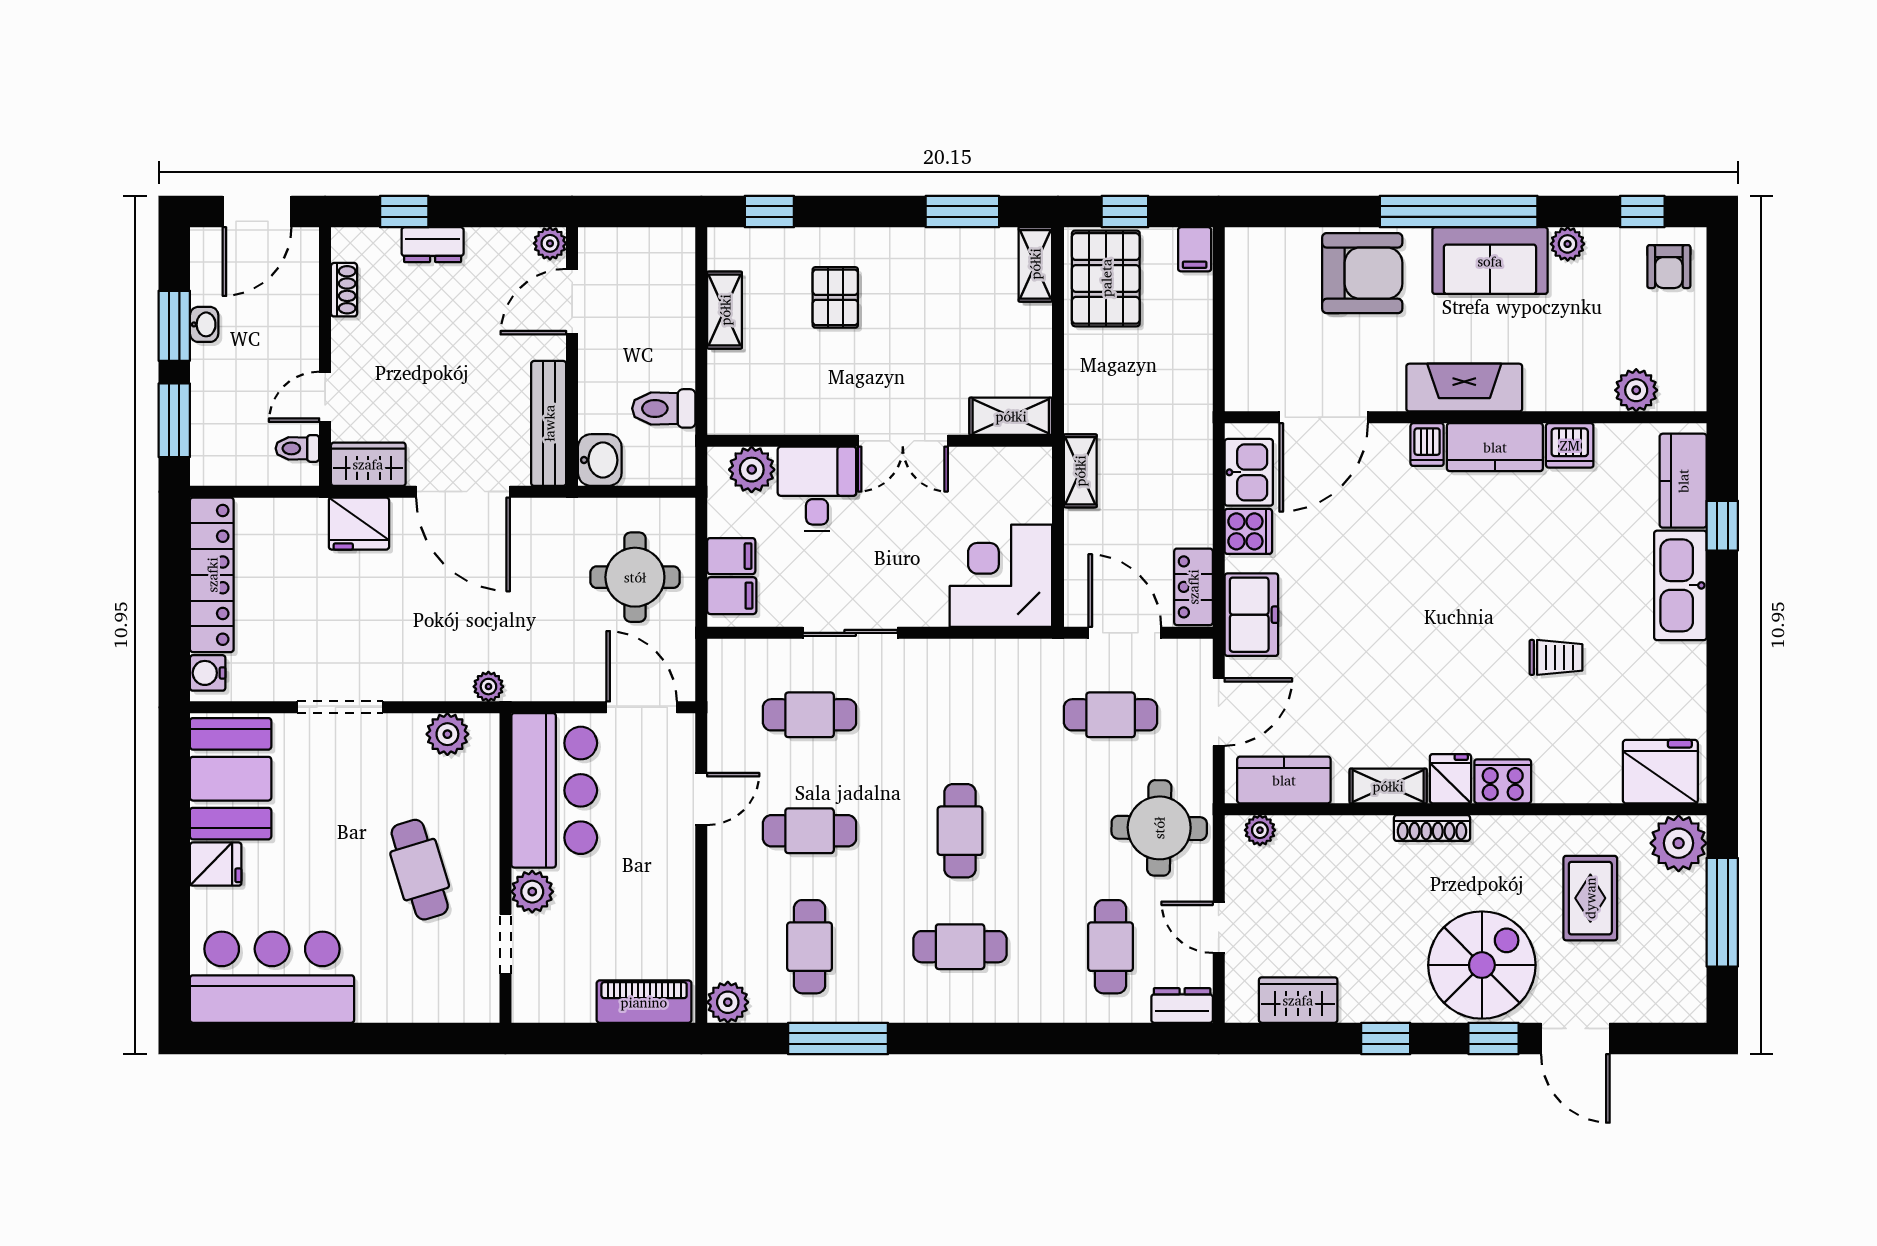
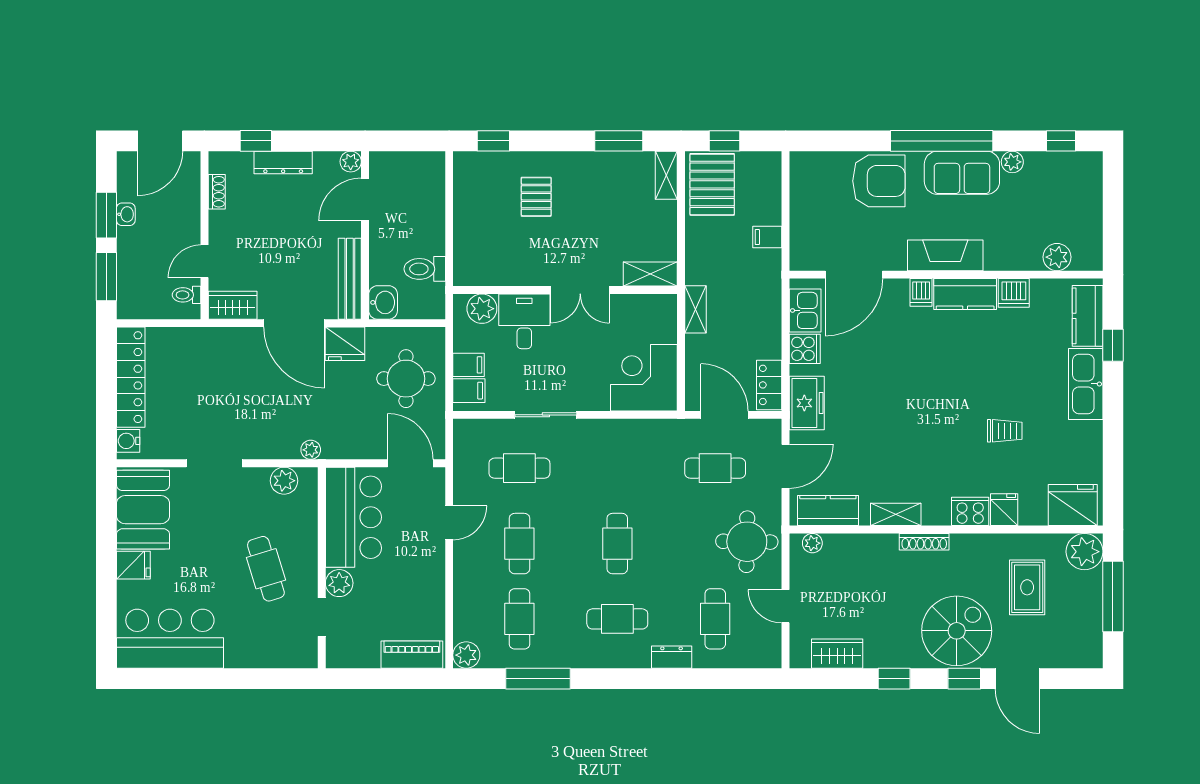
dresser: (433, 245) -> (283, 162), width x1.44
filing cabinet: (1195, 249) -> (767, 237), moved, turned 90
armchair: (1669, 267) -> (1078, 177), removed
shelving: (725, 310) -> (464, 205), removed
fridge: (359, 524) -> (345, 344), moved
fridge: (1450, 779) -> (1004, 510), moved
cafe table: (810, 831) -> (519, 544), turned 90
dresser: (1182, 1005) -> (672, 657), moved

